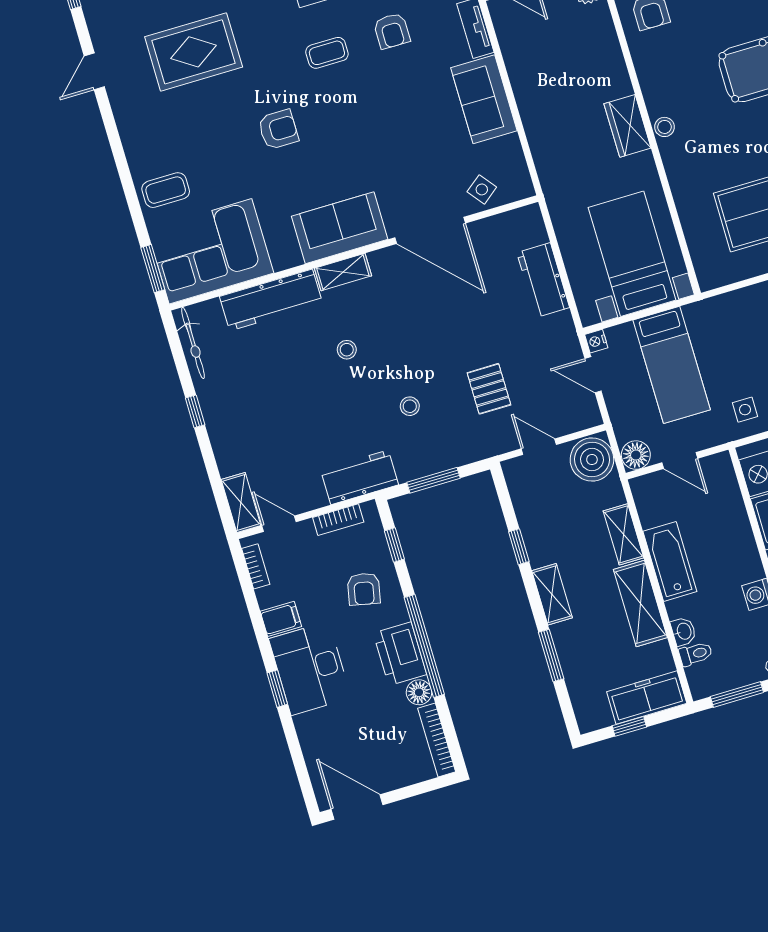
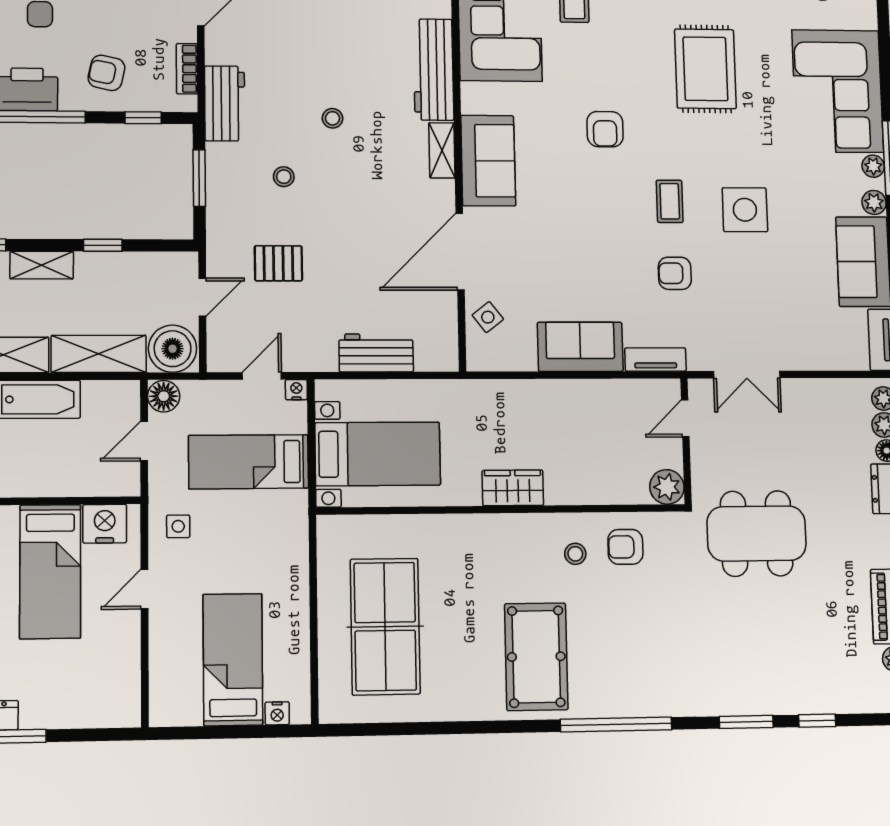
stool: (664, 127) -> (575, 554), moved
stool: (347, 350) -> (333, 118), moved
shelving: (623, 534) -> (99, 354), width x1.50, depth x1.33

